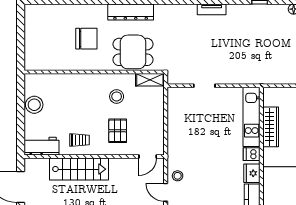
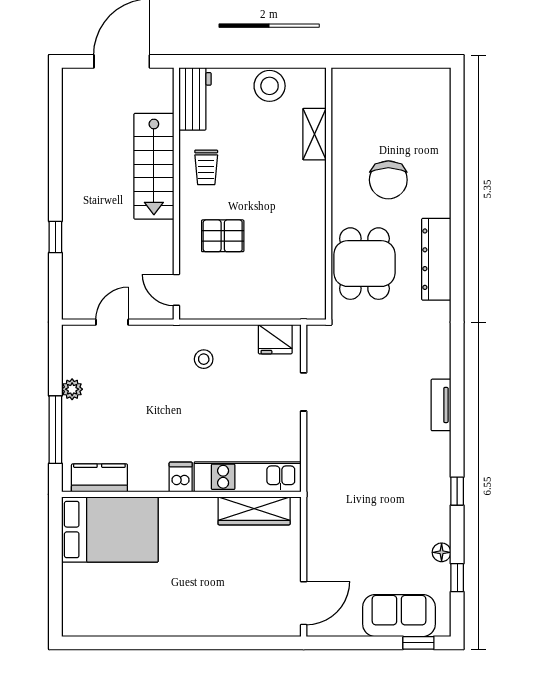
shelving: (150, 80) -> (314, 134), moved
stool: (117, 96) -> (284, 234), removed
wardrobe: (271, 127) -> (254, 511), moved
fridge: (252, 173) -> (275, 339), moved, turned 180
stool: (178, 176) -> (204, 359), moved

